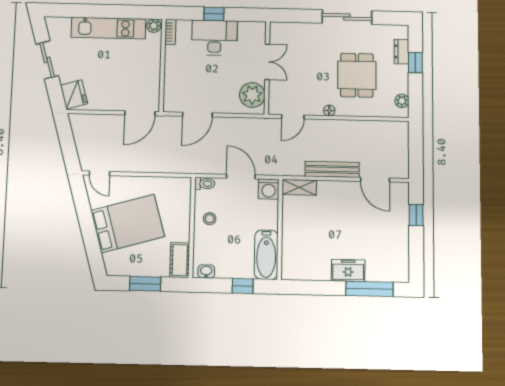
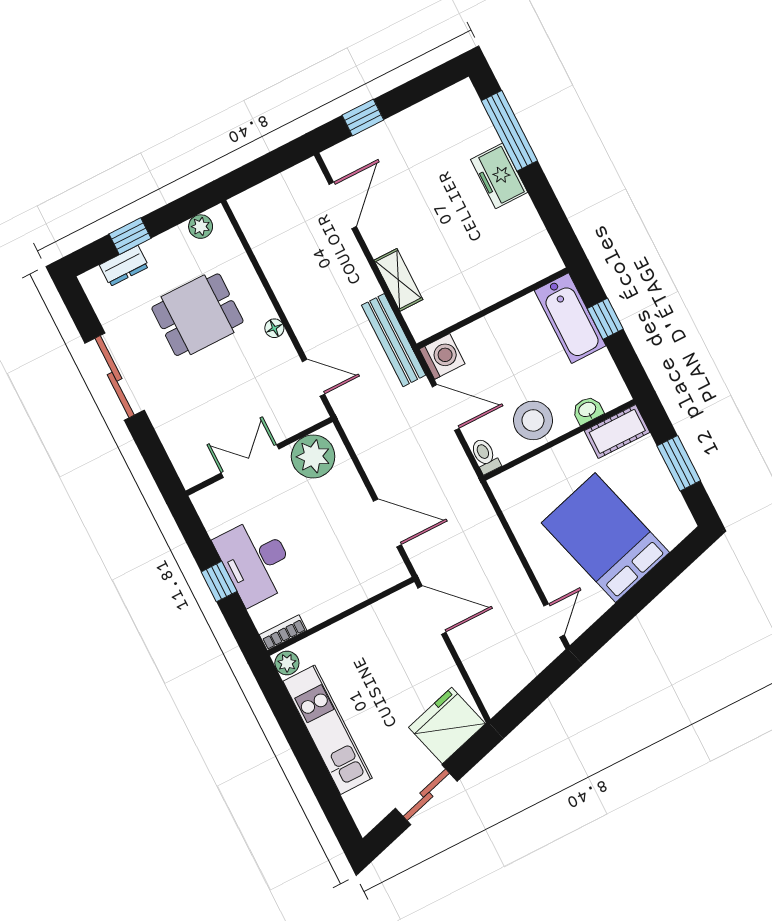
fridge: (74, 95) -> (447, 725), width x1.36, depth x1.34
bench: (332, 169) -> (394, 340), moved
door: (241, 177) -> (446, 408), swing flipped
shelving: (299, 187) -> (398, 280), moved
stool: (210, 219) -> (533, 420), width x1.89, depth x1.89
bathtub: (266, 255) -> (570, 318), moved, turned 90
washbasin: (206, 271) -> (587, 410), moved, turned 90

